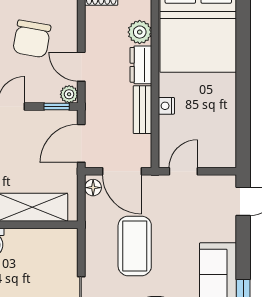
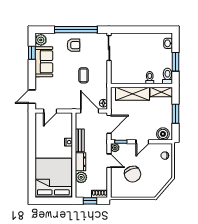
chair: (32, 39) -> (133, 174), turned 148
door: (183, 171) -> (50, 111), moved
coffee table: (135, 246) -> (84, 75), width x0.54, depth x0.58

